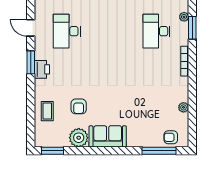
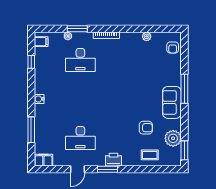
plant: (79, 138) -> (173, 138), moved
window: (159, 151) -> (184, 89), moved

